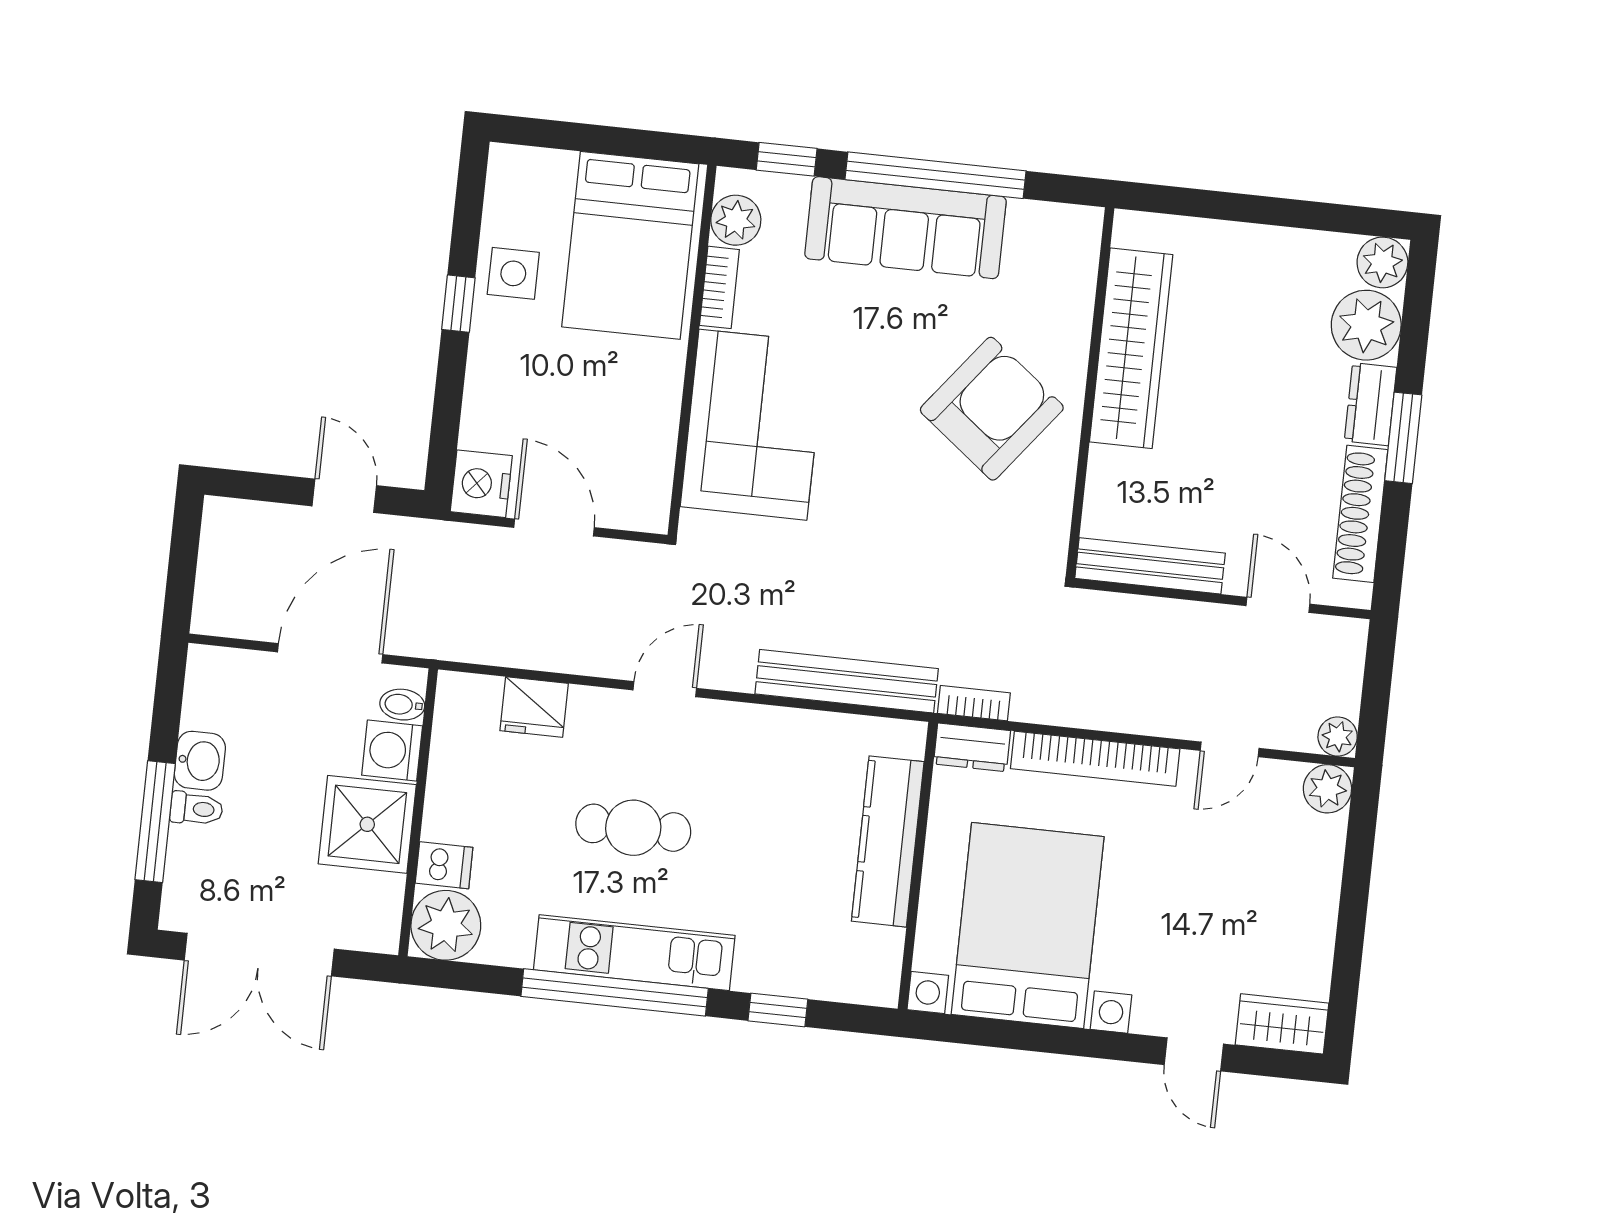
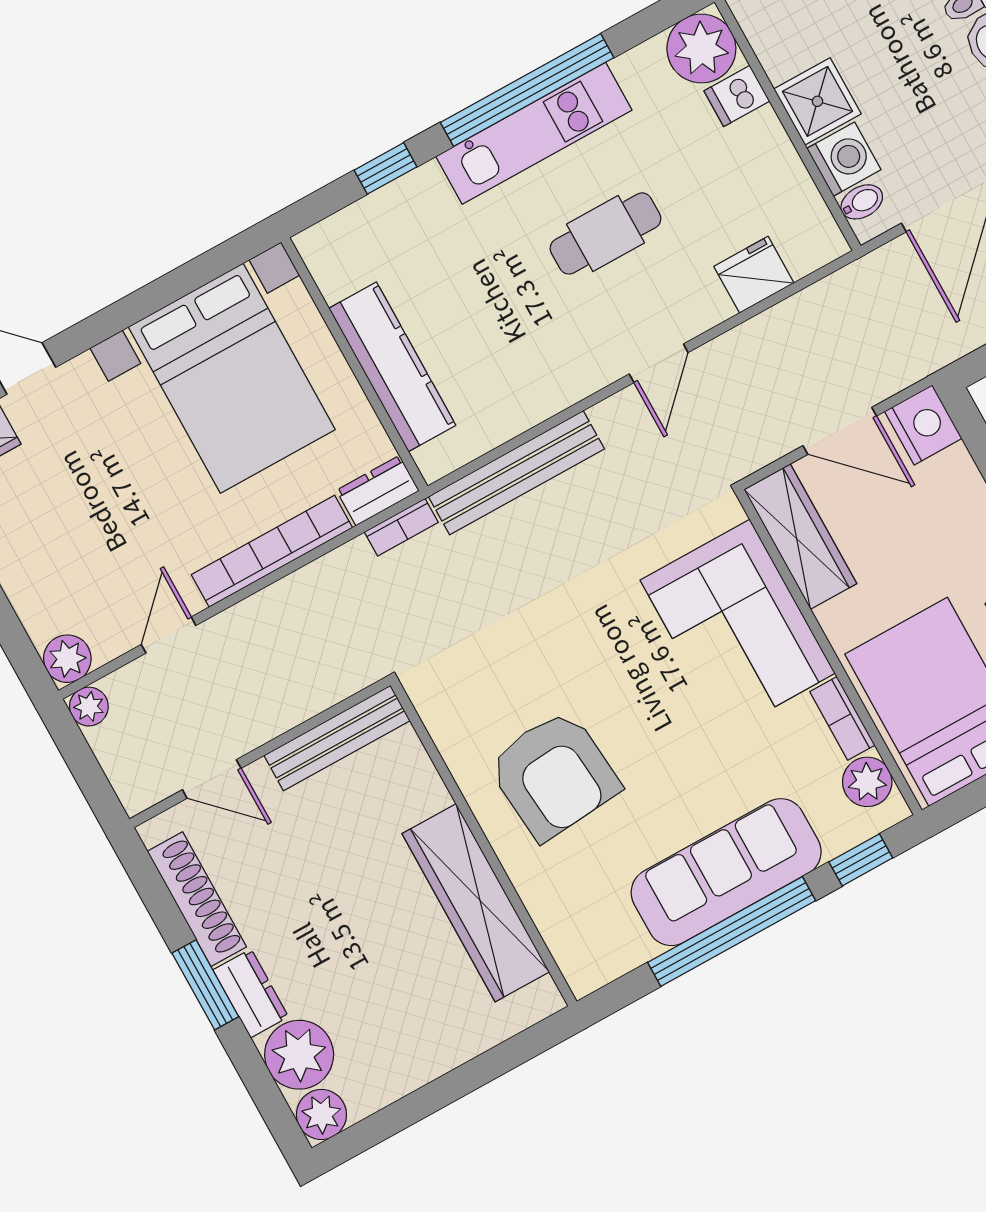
armchair: (992, 409) -> (554, 775), turned -43
wardrobe: (648, 463) -> (800, 536), added
shower: (367, 824) -> (817, 101), width x0.73, depth x0.73

